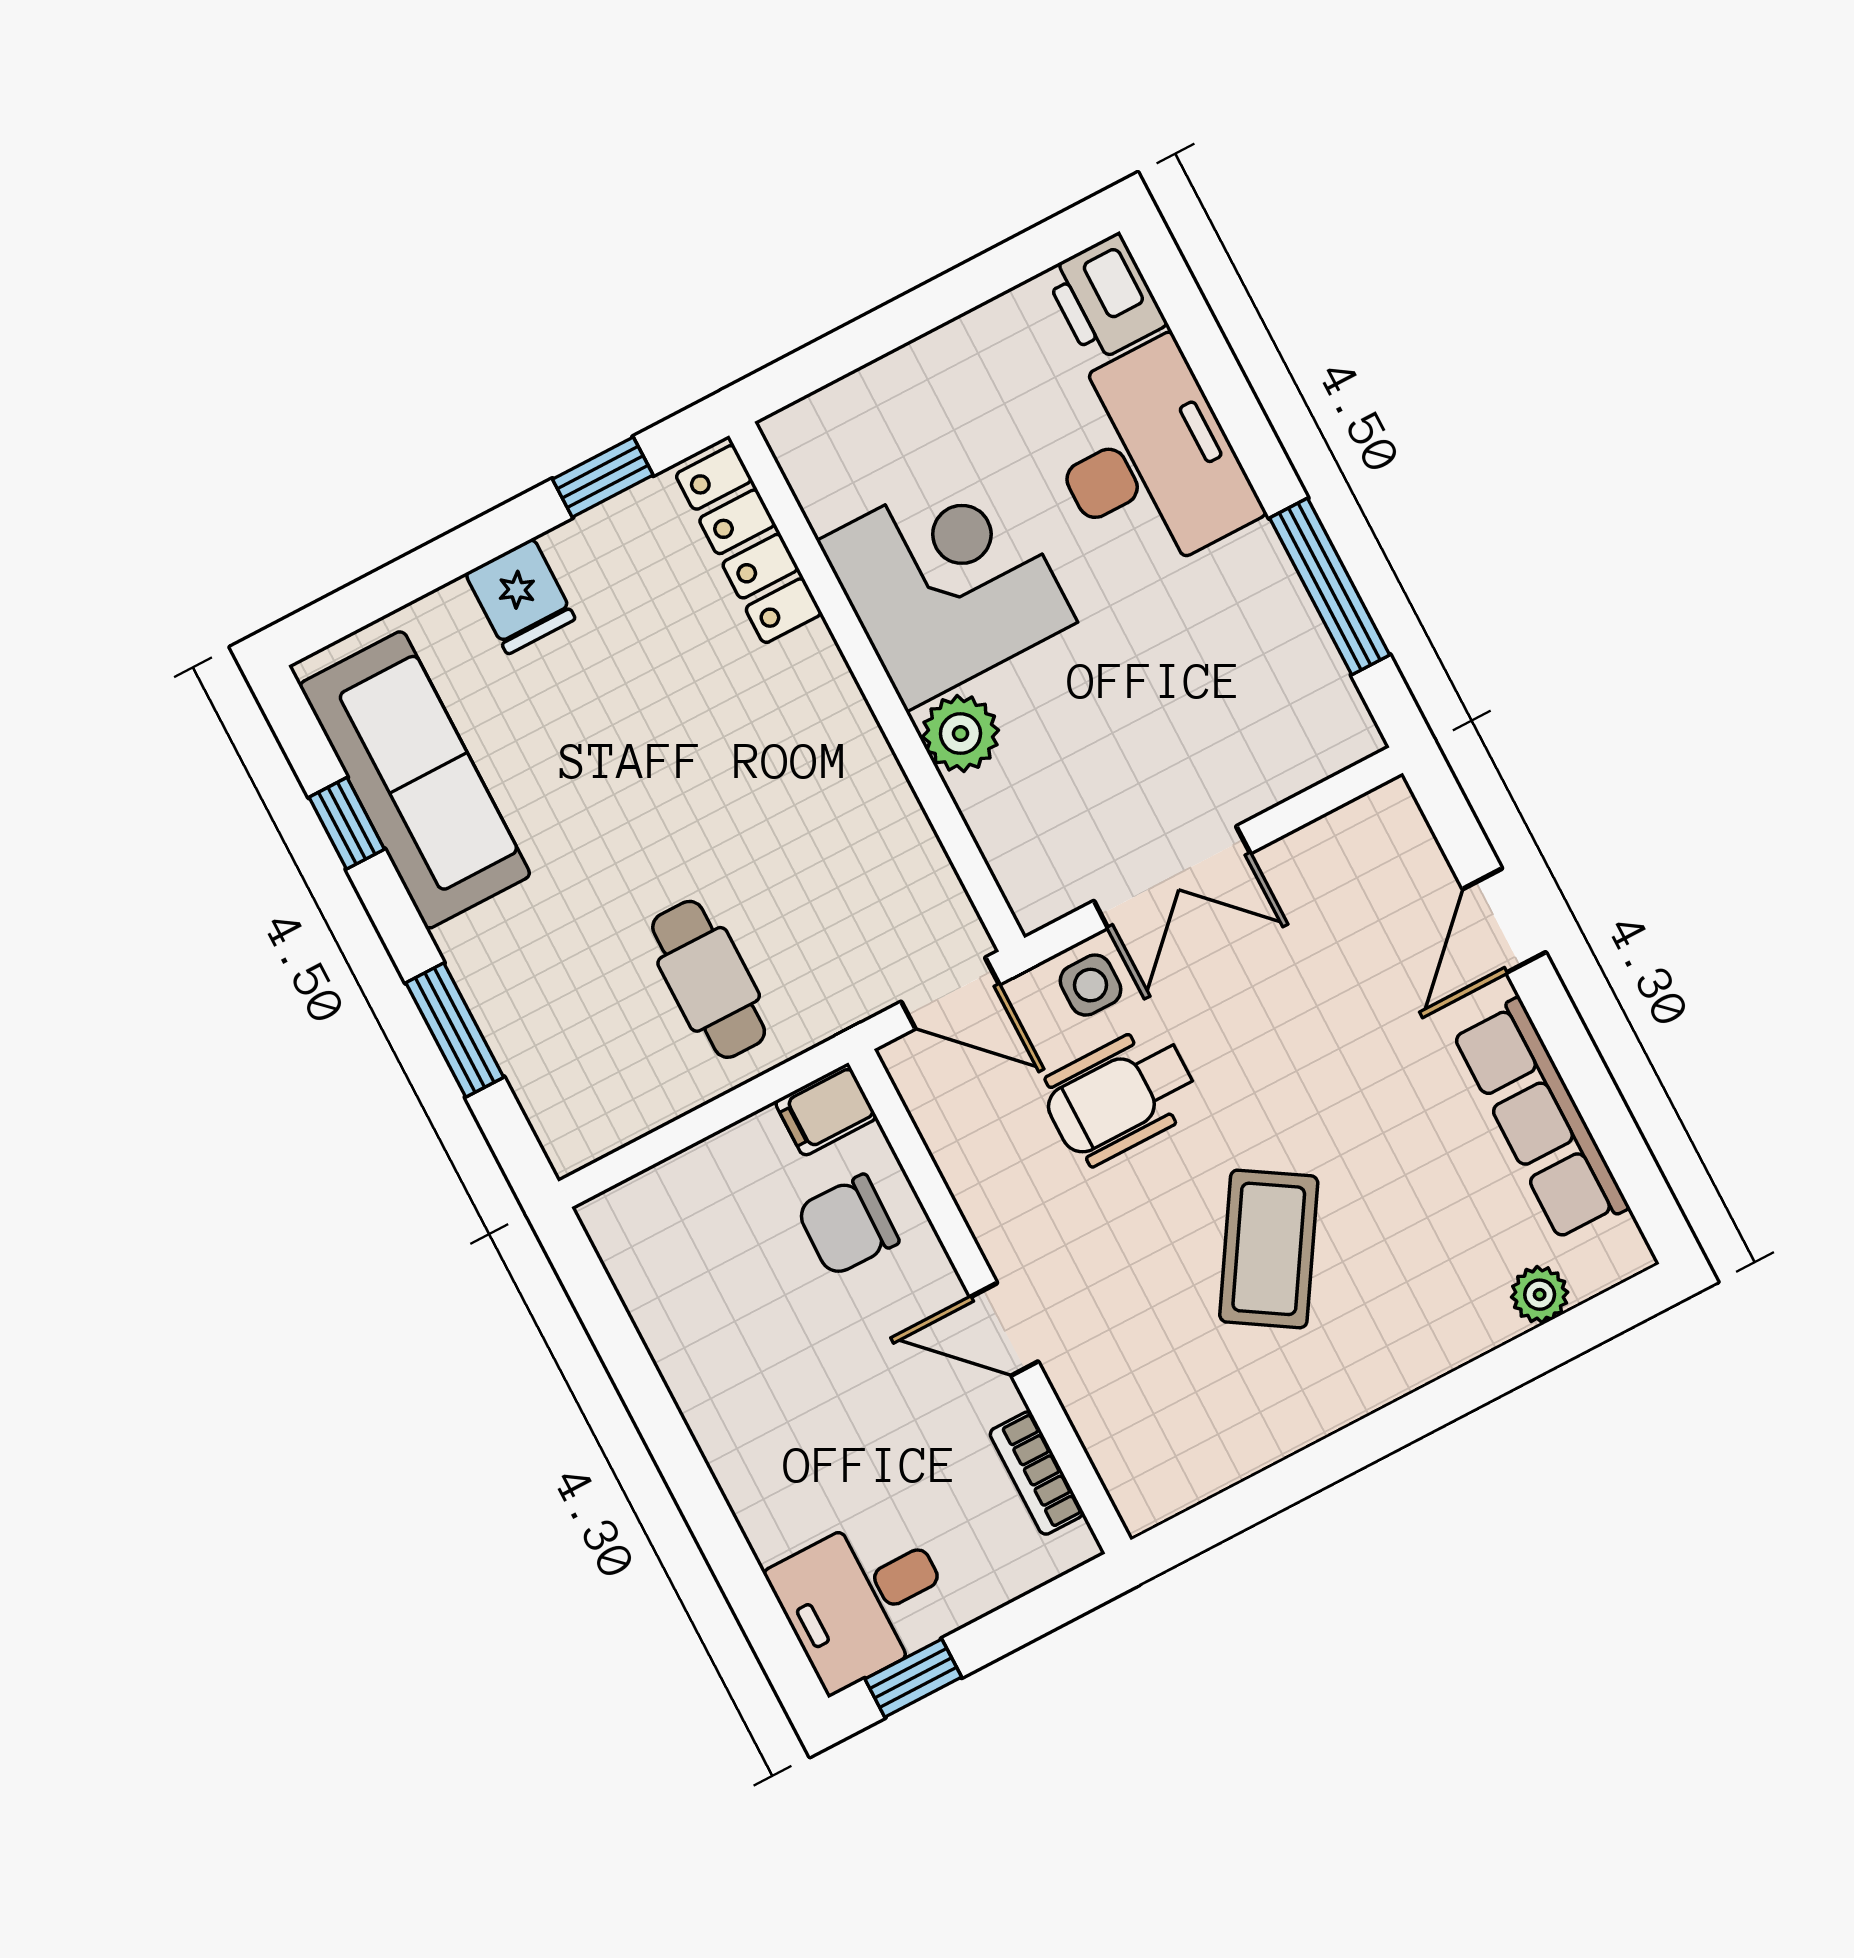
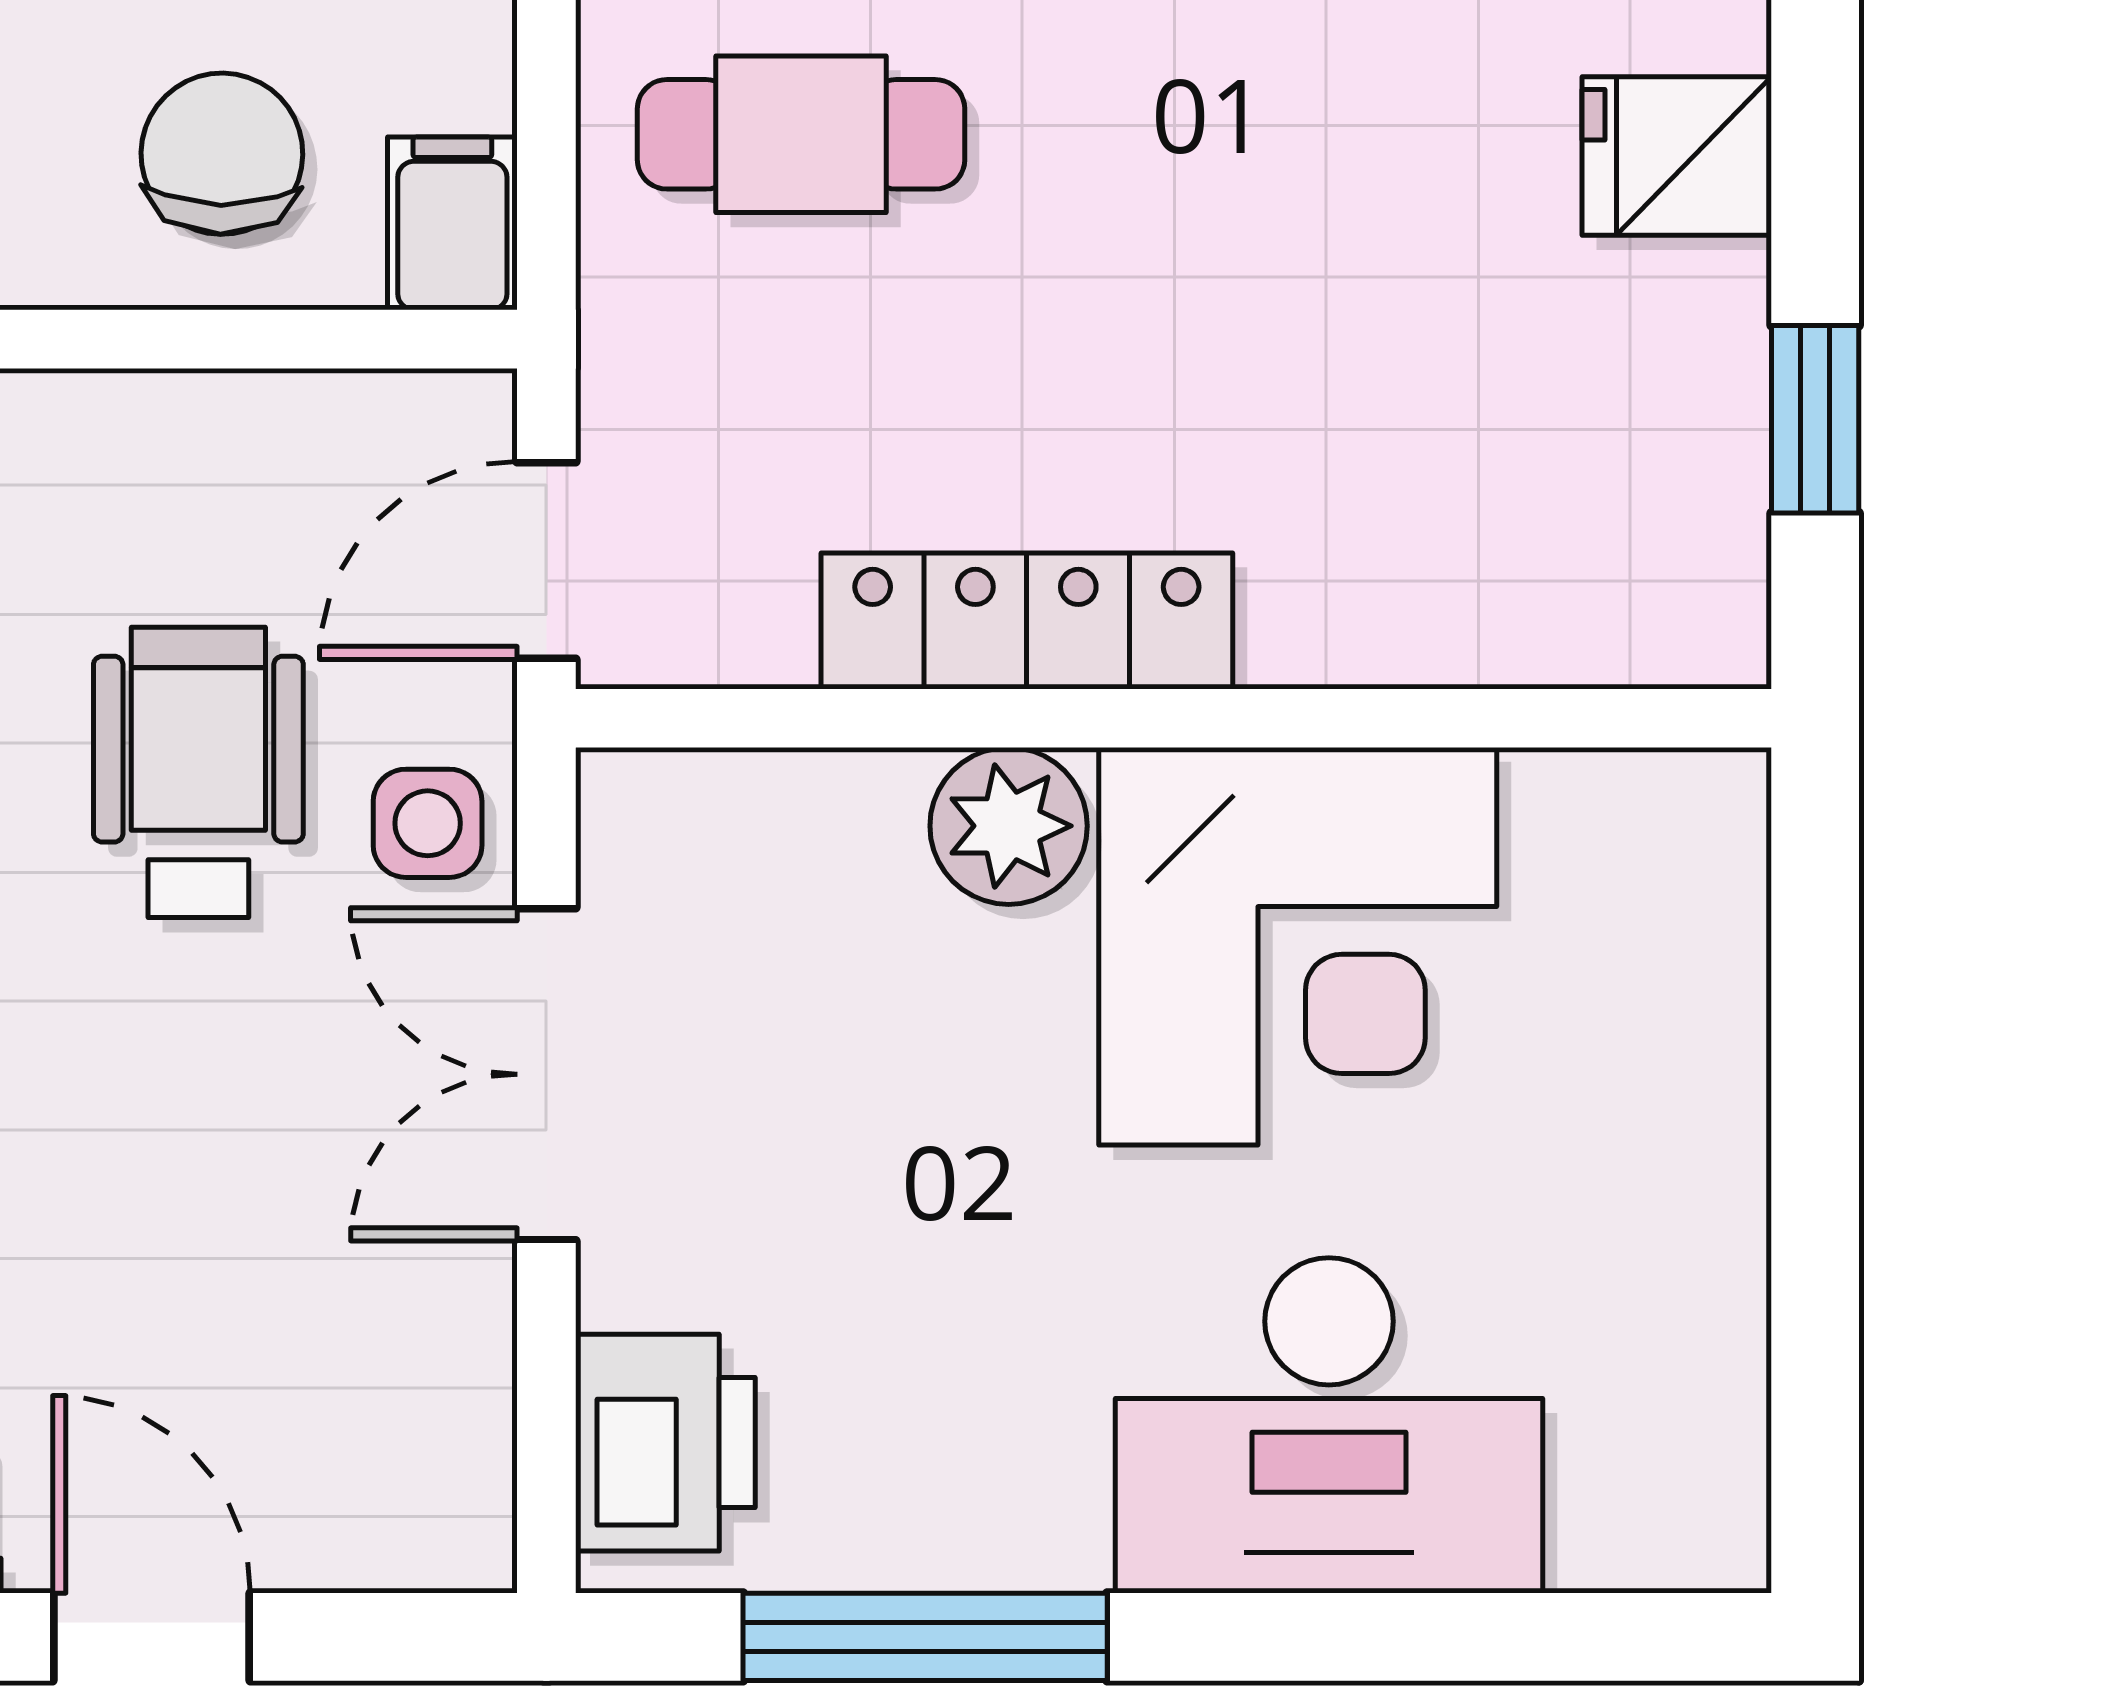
printer: (1105, 298) -> (665, 1443), moved, turned 90
locker: (749, 544) -> (1027, 621), moved

